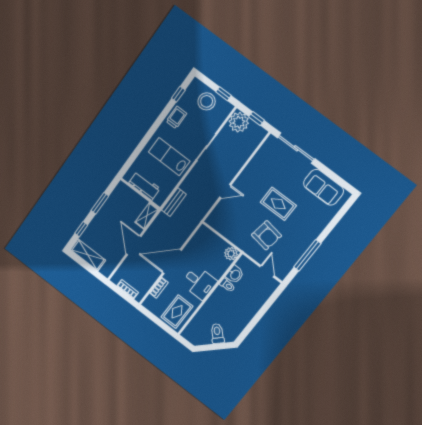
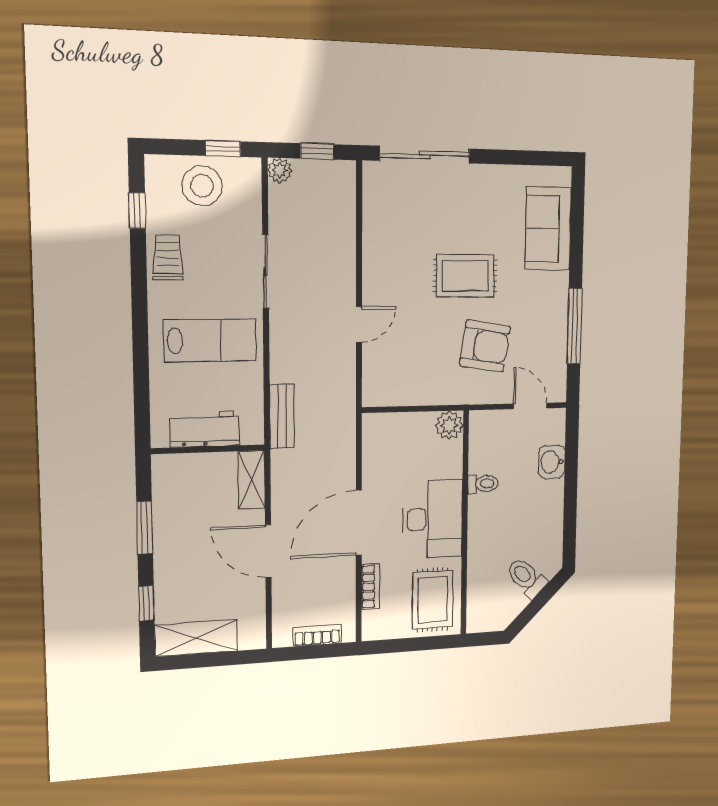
plant: (239, 122) -> (280, 170), width x0.53, depth x0.53
lab bench: (169, 157) -> (210, 340), turned 180
sofa: (323, 187) -> (548, 229), moved, turned 90
washbasin: (235, 275) -> (552, 462), moved, turned 180
desk: (199, 283) -> (433, 519), width x1.37

